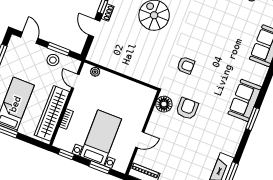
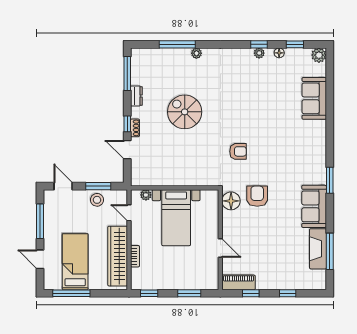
sofa: (245, 100) -> (314, 206), moved
bed with nightstands: (101, 138) -> (176, 218), moved, turned 180
door: (140, 140) -> (220, 248), hinge flipped

